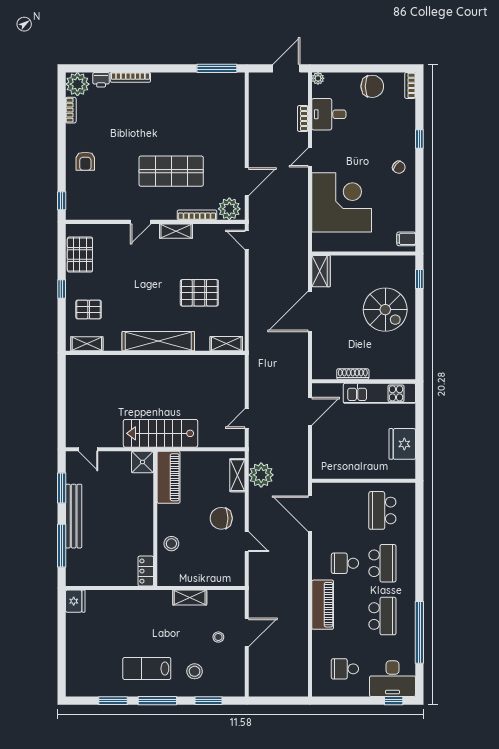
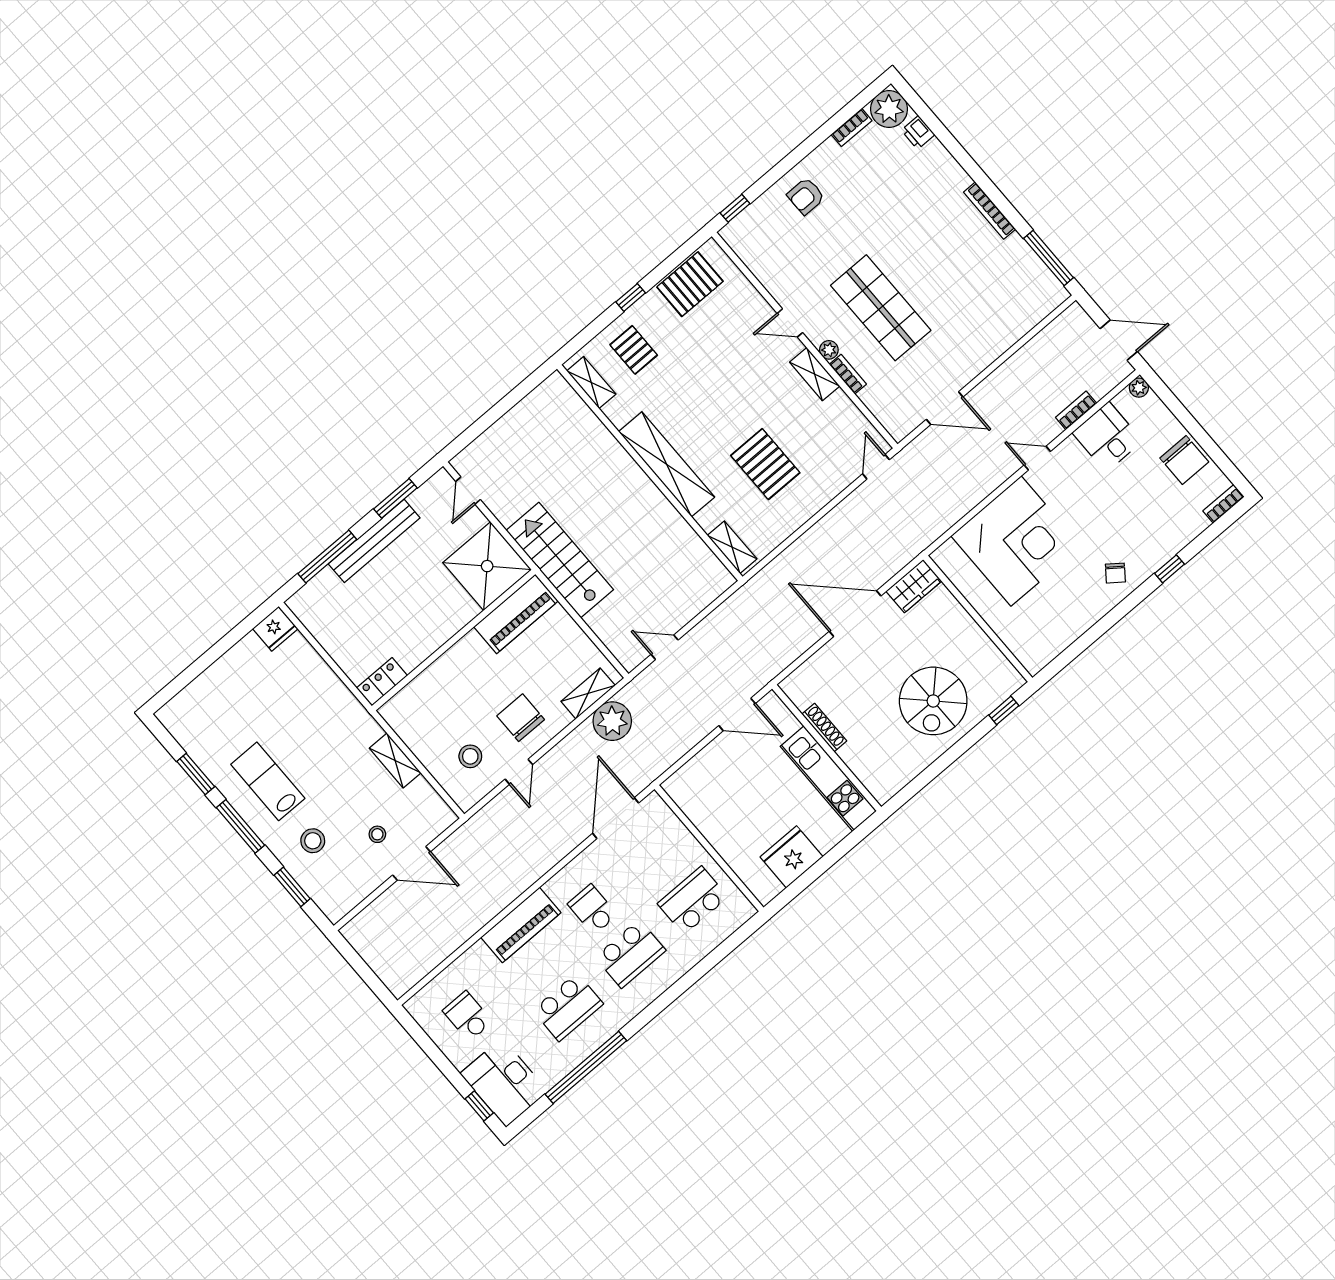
bookcase: (130, 77) -> (990, 211), moved
plant: (229, 209) -> (829, 350), moved, width x0.53, depth x0.53
bookcase: (197, 215) -> (848, 374), width x0.64
filing cabinet: (406, 239) -> (1038, 654), removed
shower: (142, 462) -> (487, 566), width x1.86, depth x1.86
stool: (171, 544) -> (470, 756), moved

